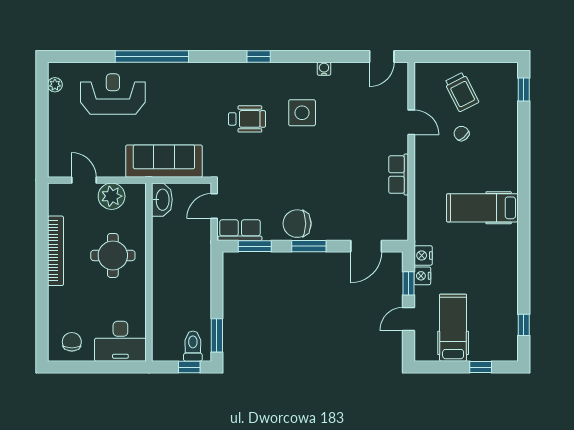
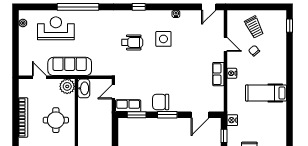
sofa: (164, 161) -> (70, 66), moved
plant: (112, 196) -> (67, 86), moved
nightstand: (422, 276) -> (232, 73), moved

